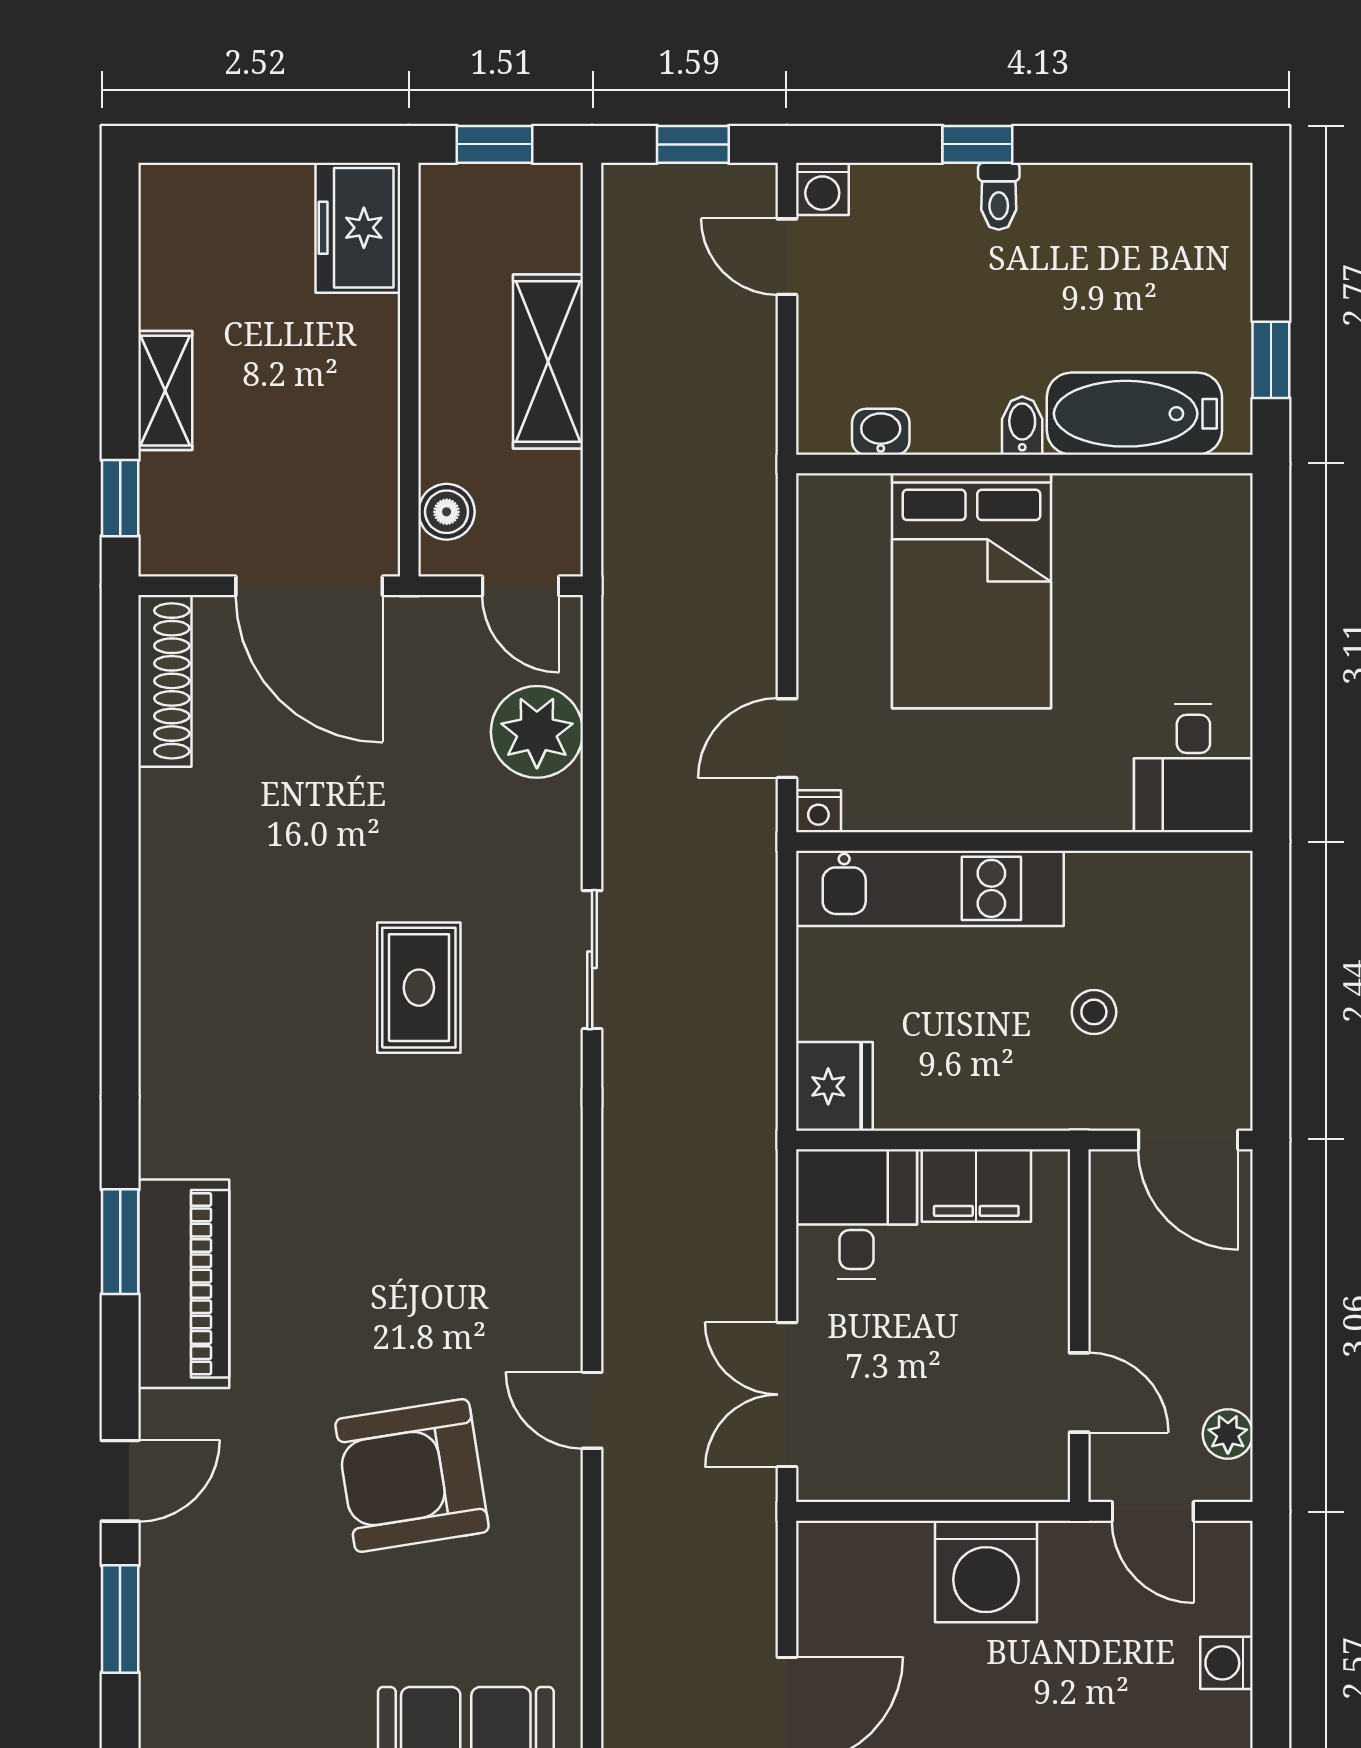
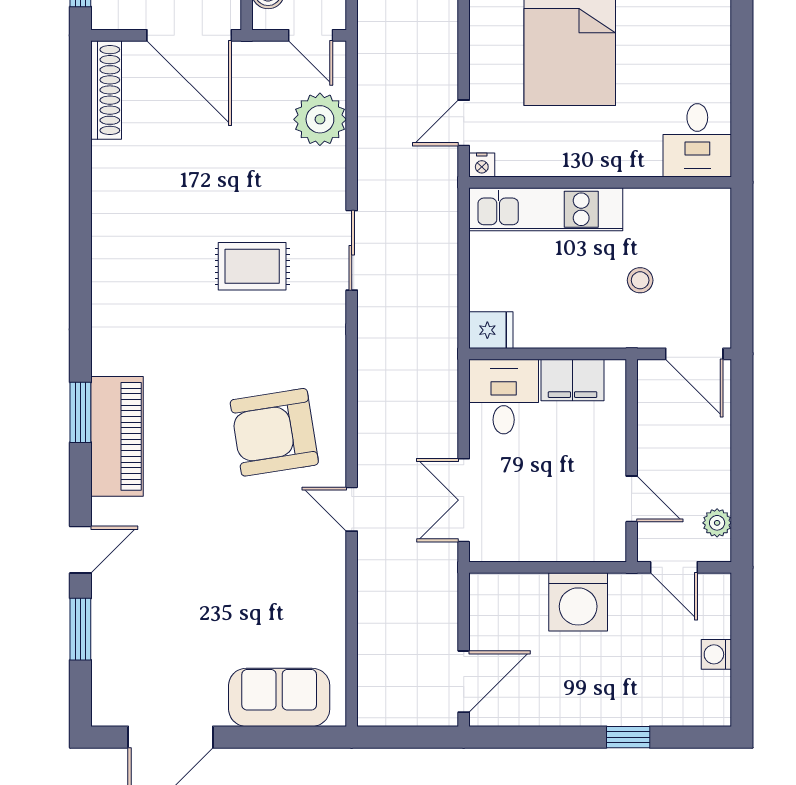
rug: (419, 988) -> (252, 266), turned 90
fridge: (834, 1086) -> (491, 330), width x0.72
armchair: (412, 1476) -> (274, 432), moved

